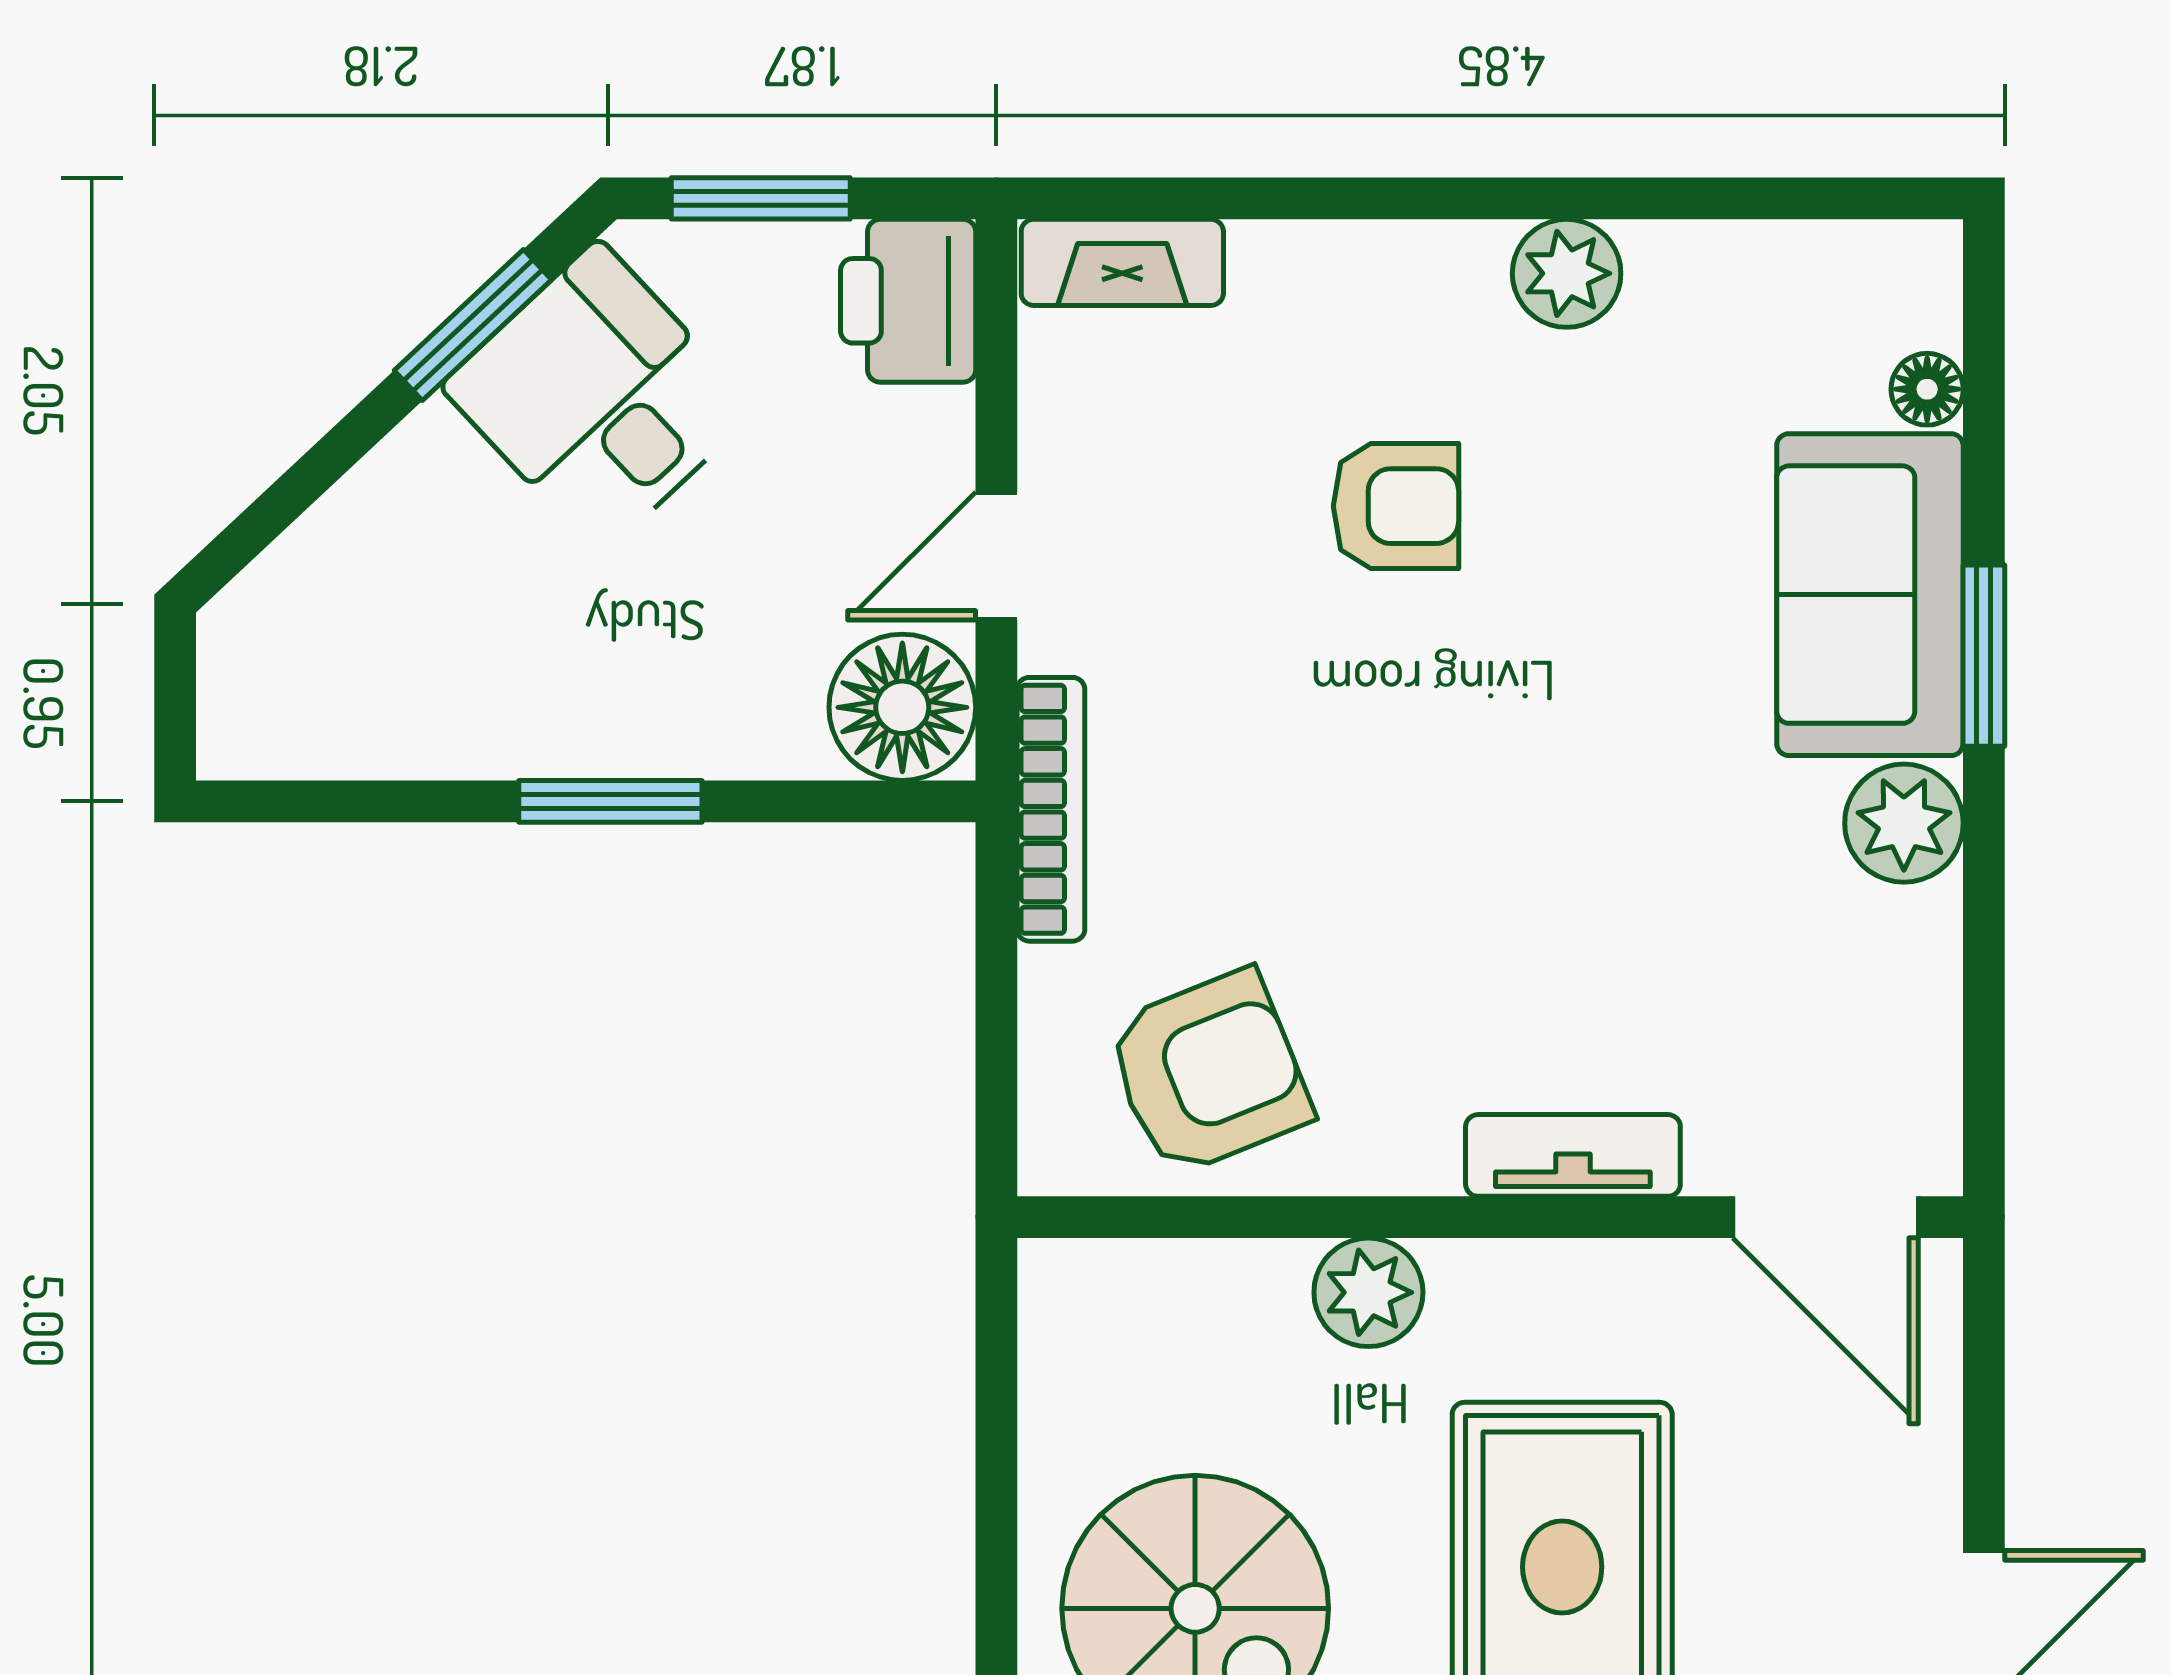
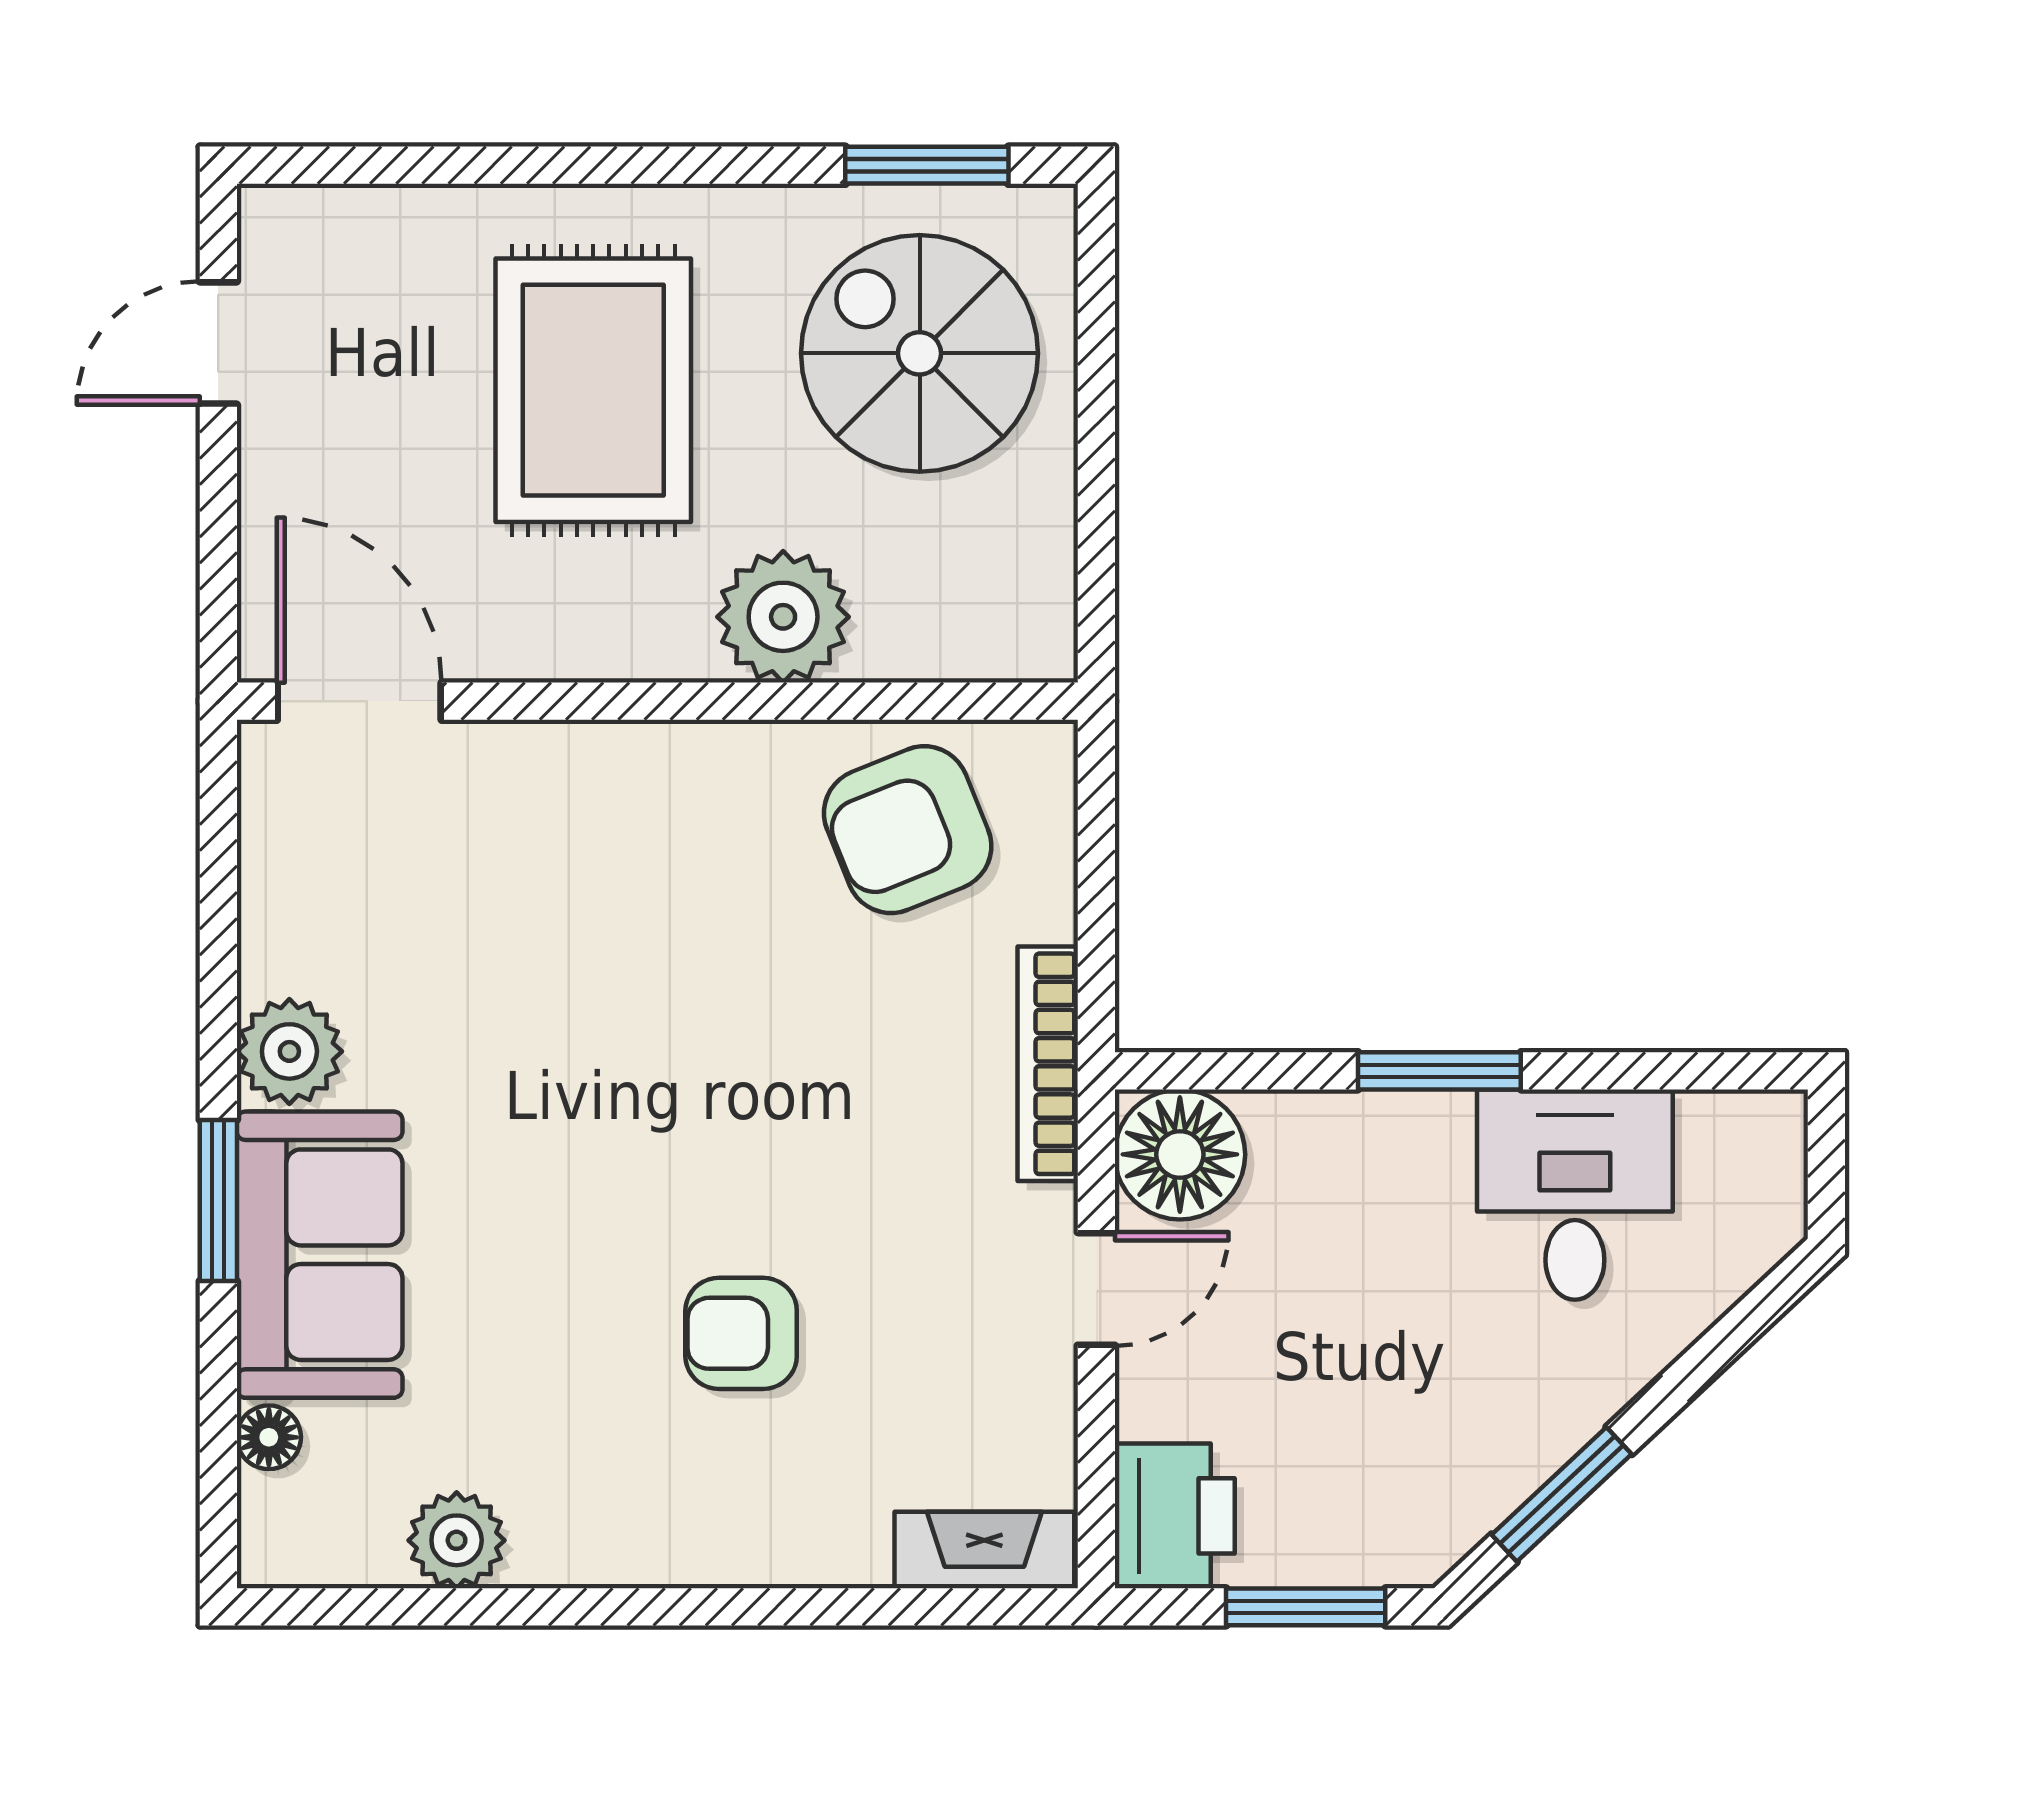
plant: (1567, 273) -> (457, 1540), moved
desk: (599, 398) -> (1575, 1195), moved, turned -137
tv unit: (1573, 1155) -> (584, 756), removed
plant: (1368, 1292) -> (783, 617), width x1.36, depth x1.36

